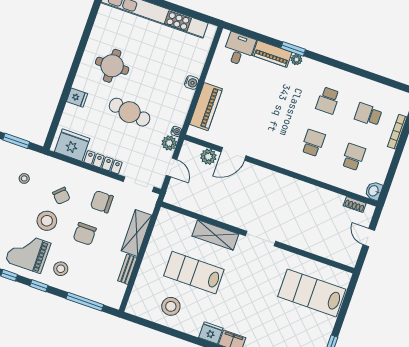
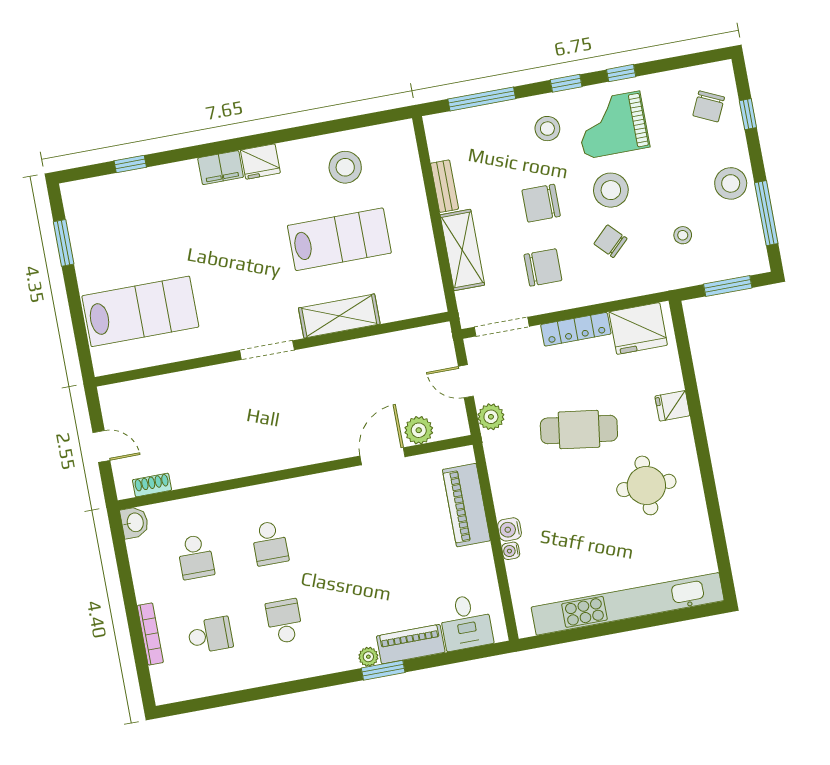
water cooler: (176, 131) -> (511, 551), moved
chair: (85, 234) -> (541, 203), turned -90
grand piano: (28, 252) -> (612, 125), turned 180

